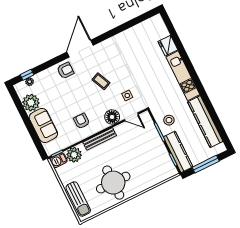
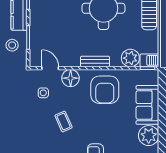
armchair: (82, 121) -> (105, 90), width x1.88, depth x1.88
bench: (100, 139) -> (95, 61), width x0.73

